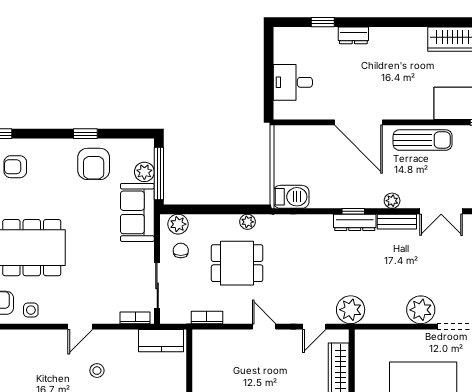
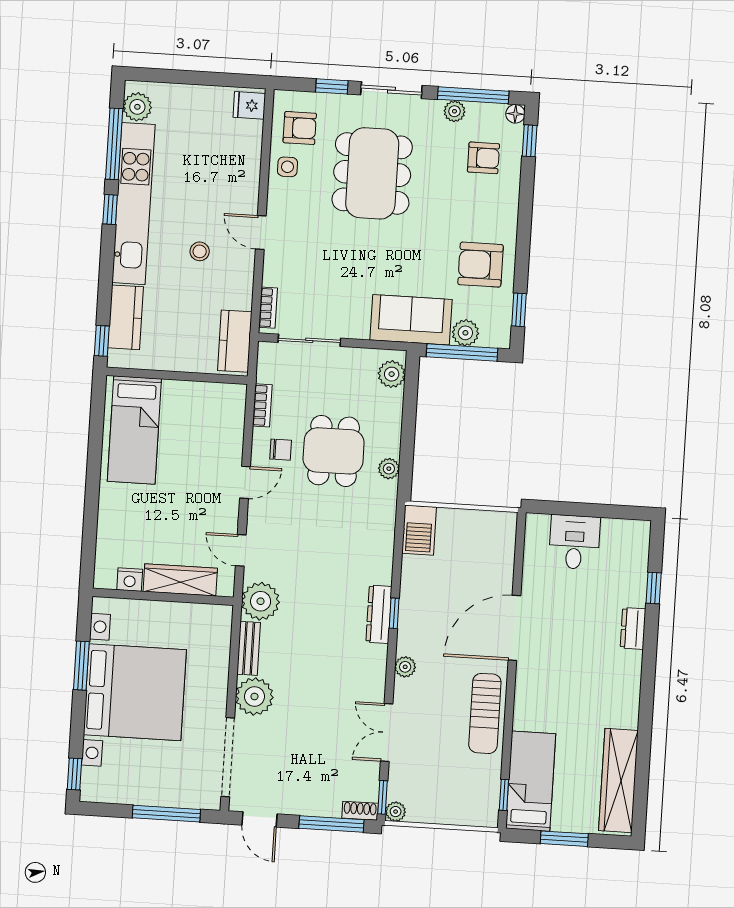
window: (85, 134) -> (519, 310), moved
armchair: (15, 167) -> (483, 158), turned 90
bench: (397, 222) -> (249, 648), moved
chair: (181, 251) -> (281, 450), moved

